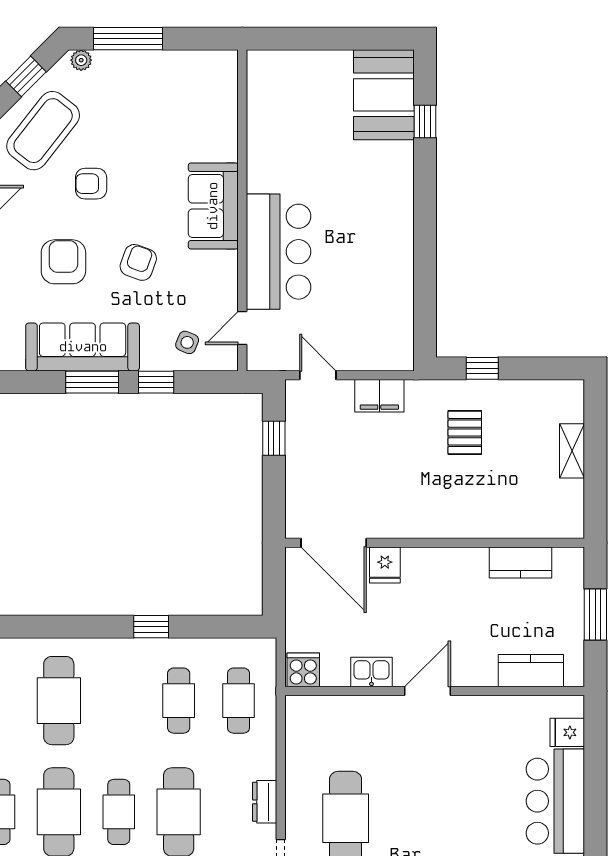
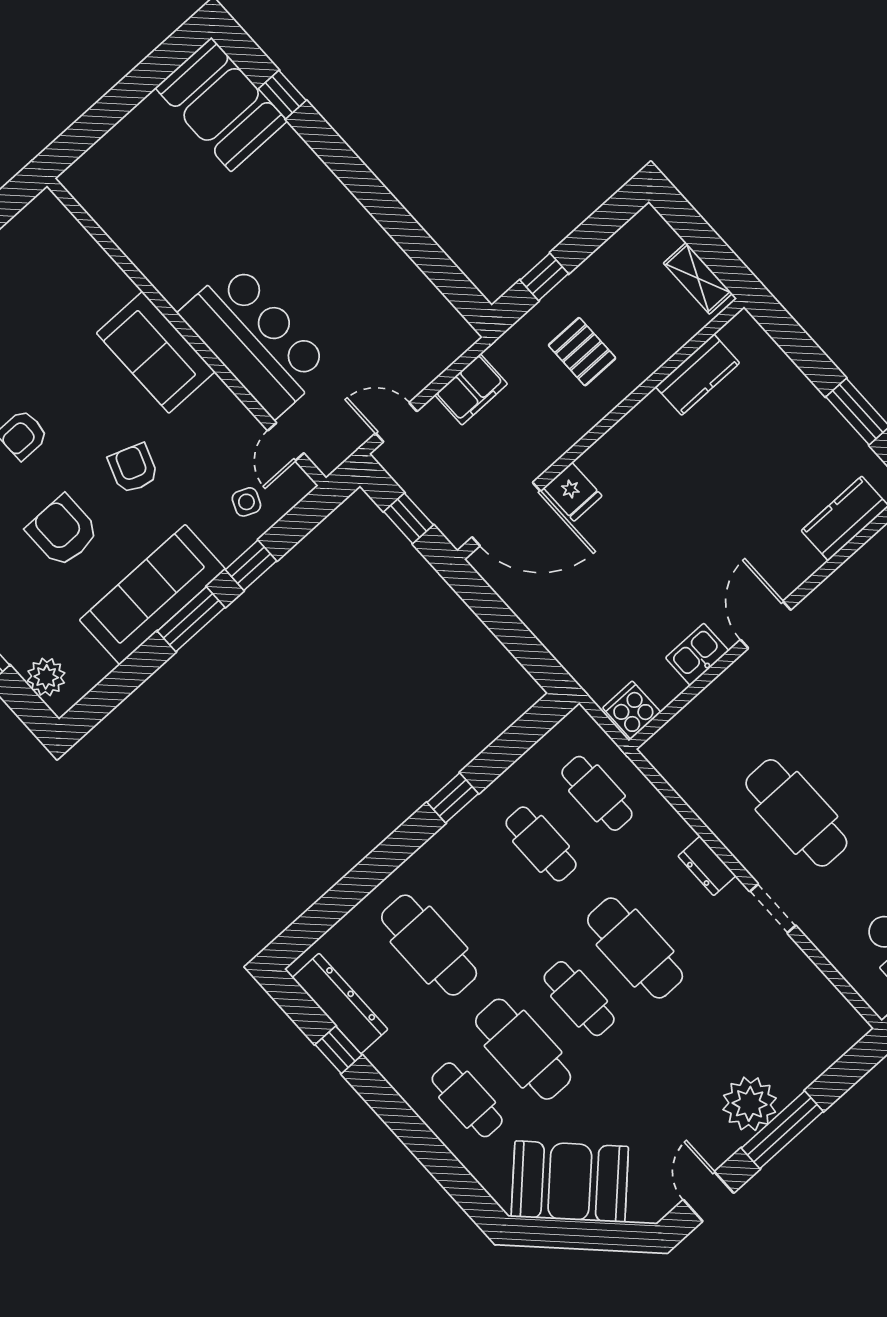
door: (334, 543) -> (506, 514), moved
wall: (435, 543) -> (601, 429), moved
kitchen counter: (521, 562) -> (698, 375), moved
fridge: (385, 565) -> (573, 492), moved

